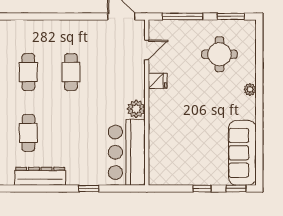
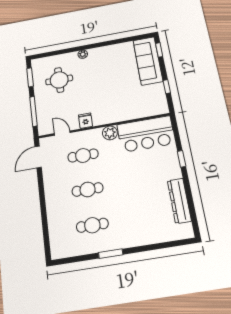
cafe table: (28, 133) -> (83, 155), moved
sofa: (242, 153) -> (148, 61), moved, turned 90
window: (202, 188) -> (167, 87), moved

